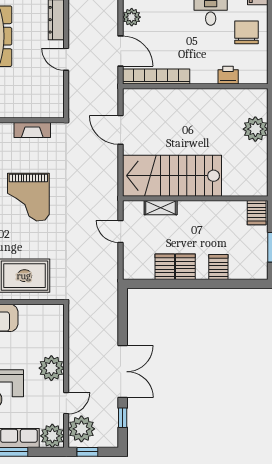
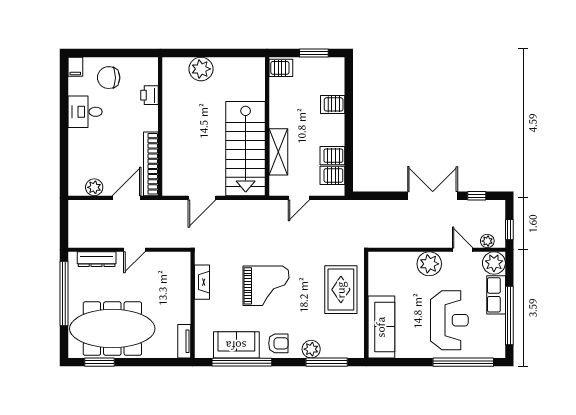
shelving: (161, 208) -> (278, 152), width x1.50, depth x1.33
server rack: (185, 267) -> (332, 175), moved
plant: (81, 429) -> (487, 241), width x0.53, depth x0.53

